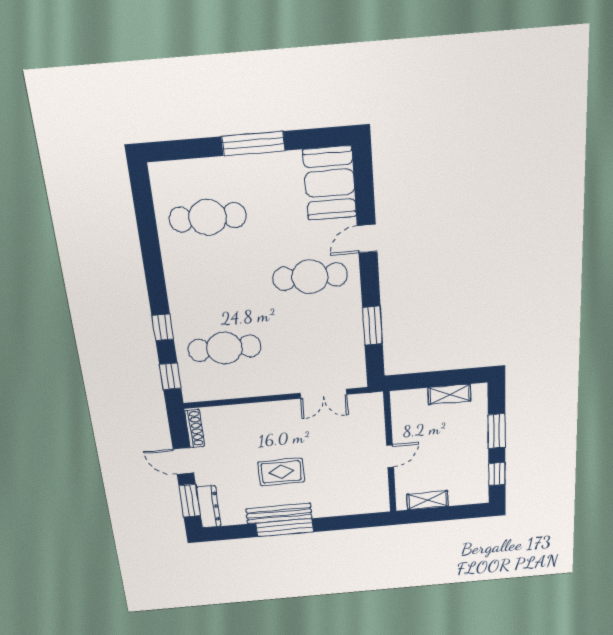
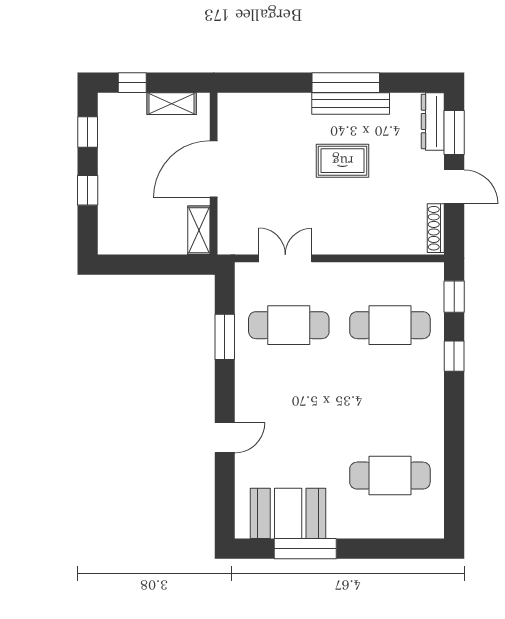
window: (253, 144) -> (305, 549), moved
booth: (330, 183) -> (288, 513), moved, turned 90
cafe table: (310, 277) -> (289, 325), moved
shelving: (449, 394) -> (199, 230), moved, turned 90
window: (497, 431) -> (88, 190), width x0.67
door: (390, 456) -> (214, 169), width x1.88
window: (461, 512) -> (132, 83), added

